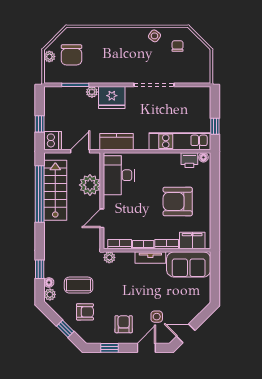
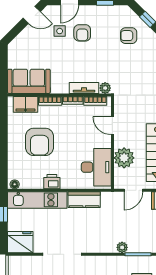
fridge: (112, 97) -> (20, 242), moved
kitchen counter: (117, 142) -> (84, 200), moved
printer: (189, 160) -> (52, 182), moved
armchair: (178, 201) -> (39, 142), turned 90
door: (102, 218) -> (112, 126), swing flipped
tv unit: (150, 257) -> (84, 88), moved
coffee table: (79, 285) -> (135, 61), removed
armchair: (124, 324) -> (82, 33), moved

